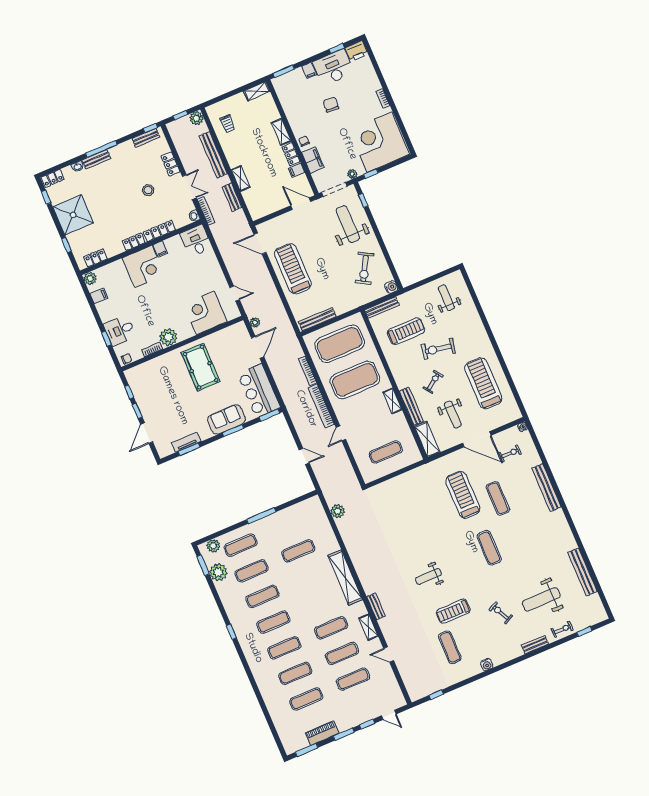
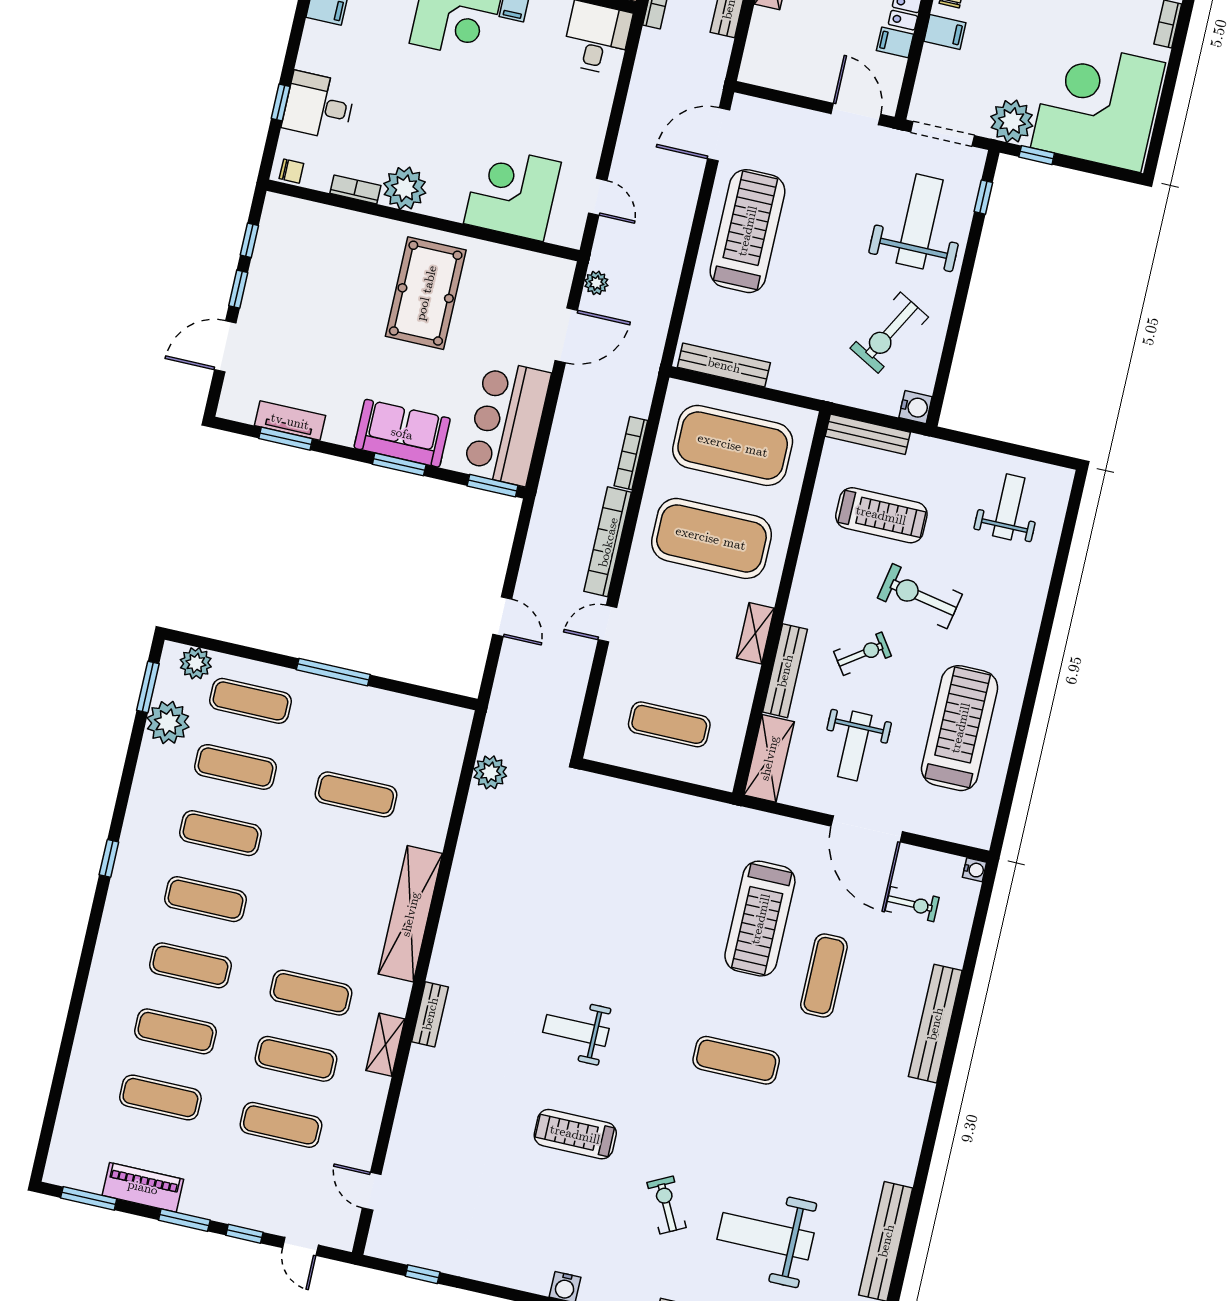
filing cabinet: (313, 160) -> (945, 32), width x0.50
plant: (352, 174) -> (1012, 121), width x1.88, depth x1.88
door: (260, 243) -> (719, 134), hinge flipped
treadmill: (463, 495) -> (760, 919), turned 180
exercise mat: (489, 548) -> (736, 1060), turned 90
exercise mat: (450, 647) -> (517, 1200), removed
door: (389, 654) -> (372, 1191), moved

